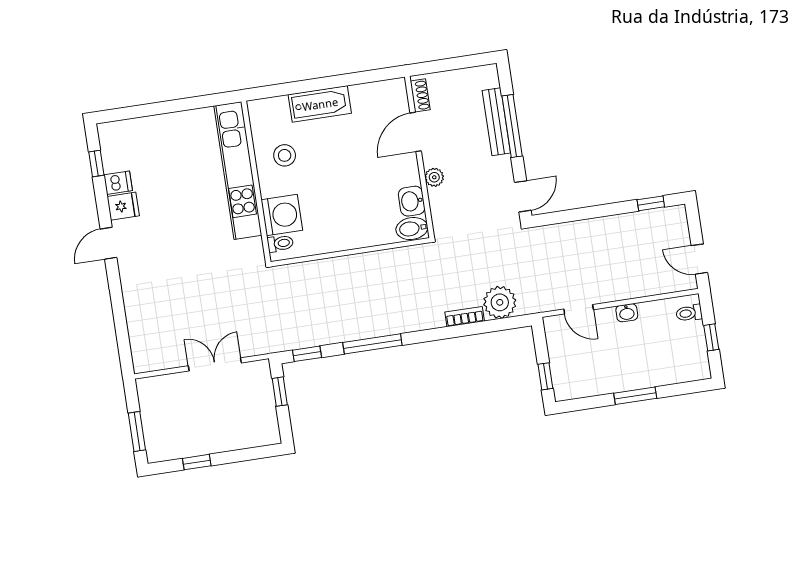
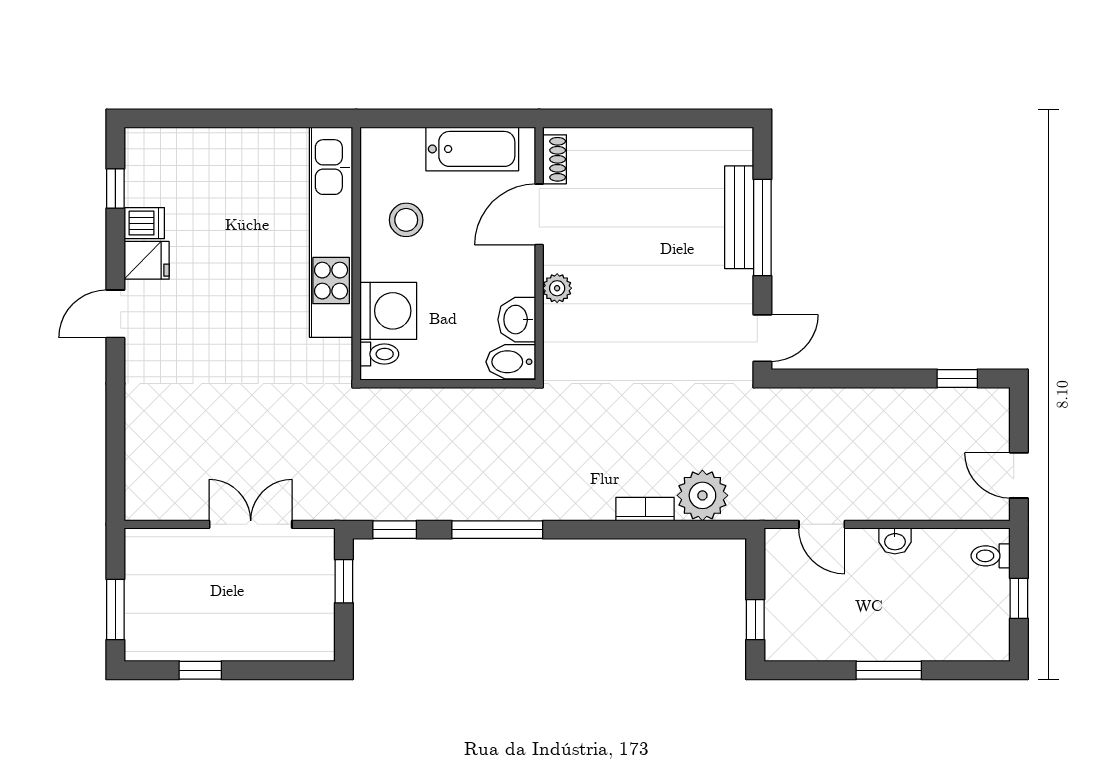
shoe rack: (420, 95) -> (554, 159), moved
door: (416, 132) -> (539, 214), moved
wall: (419, 157) -> (539, 254), moved
plant: (434, 177) -> (557, 288), moved
washbasin: (412, 201) -> (517, 320), moved
bidet: (412, 229) -> (511, 362), moved

